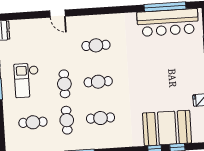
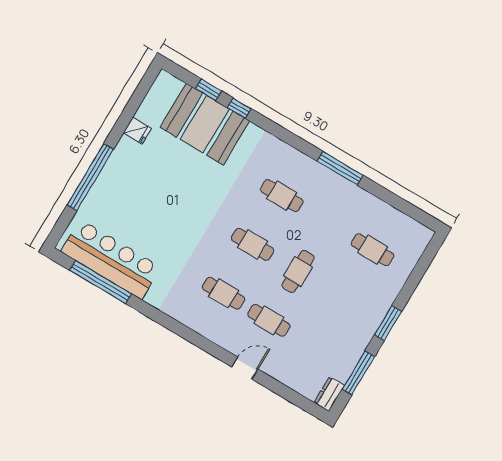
door: (58, 14) -> (245, 368), hinge flipped
checkout: (27, 80) -> (344, 309), removed
cafe table: (67, 120) -> (269, 320), moved, turned 90

